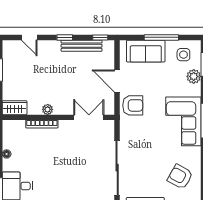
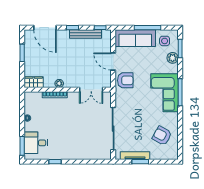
door: (29, 37) -> (45, 28), width x1.88
sofa: (146, 51) -> (135, 38), width x1.36
double door: (89, 117) -> (91, 90), swing flipped

